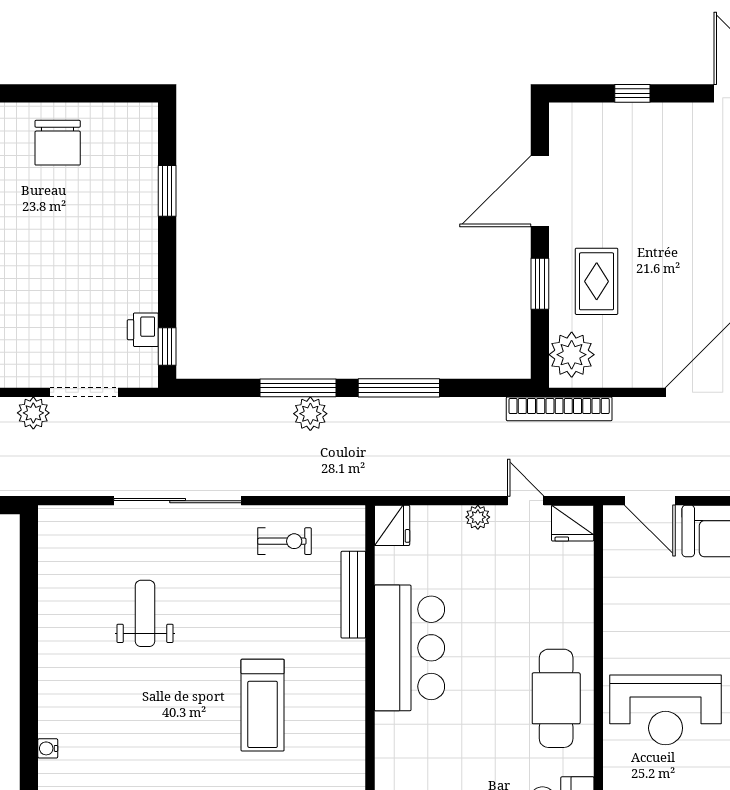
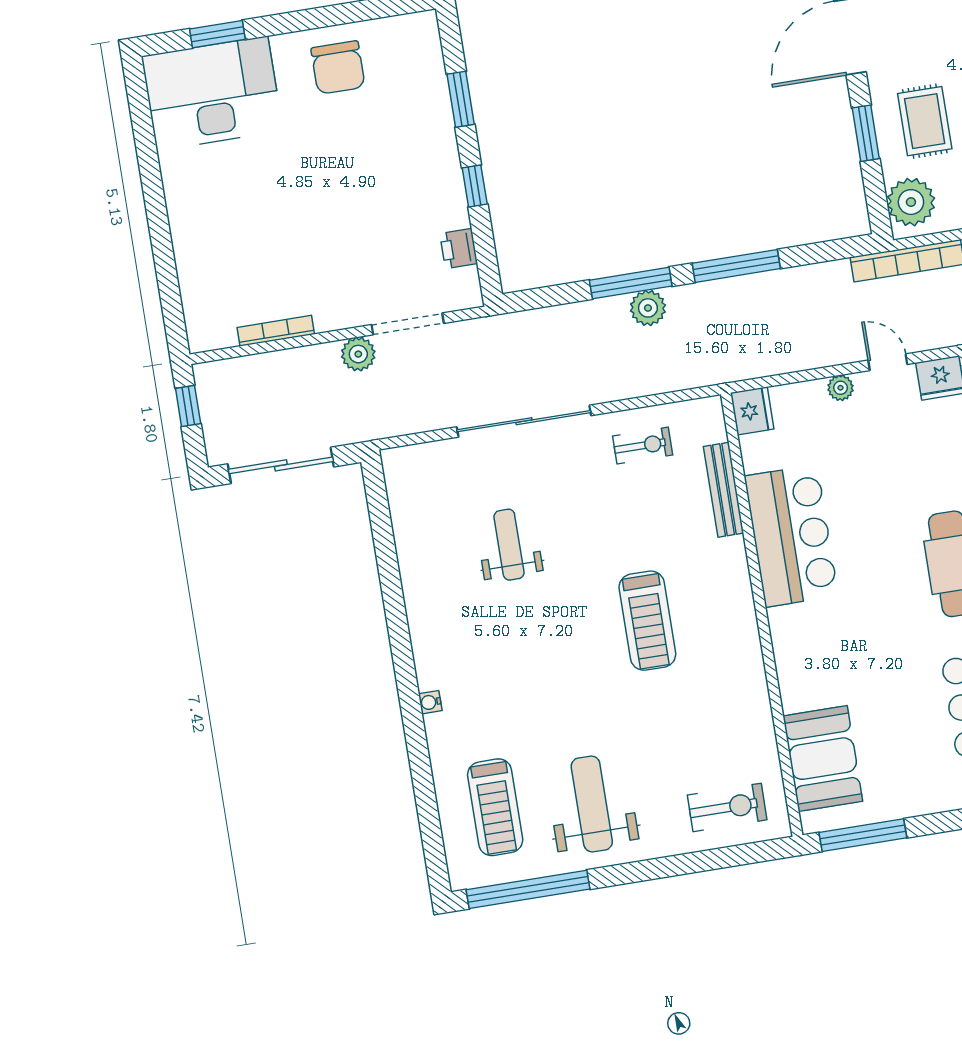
window: (167, 347) -> (475, 186), moved

